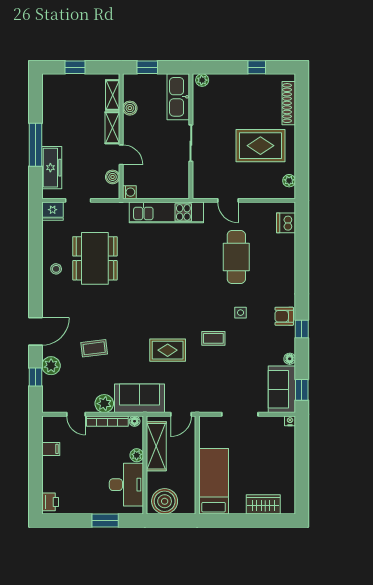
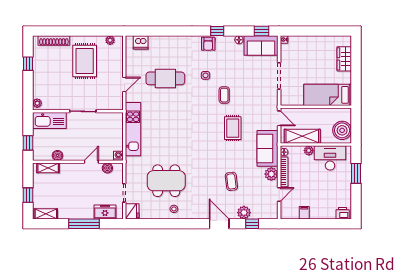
shelving: (112, 128) -> (46, 214), moved
freezer: (52, 168) -> (105, 212), width x0.71

